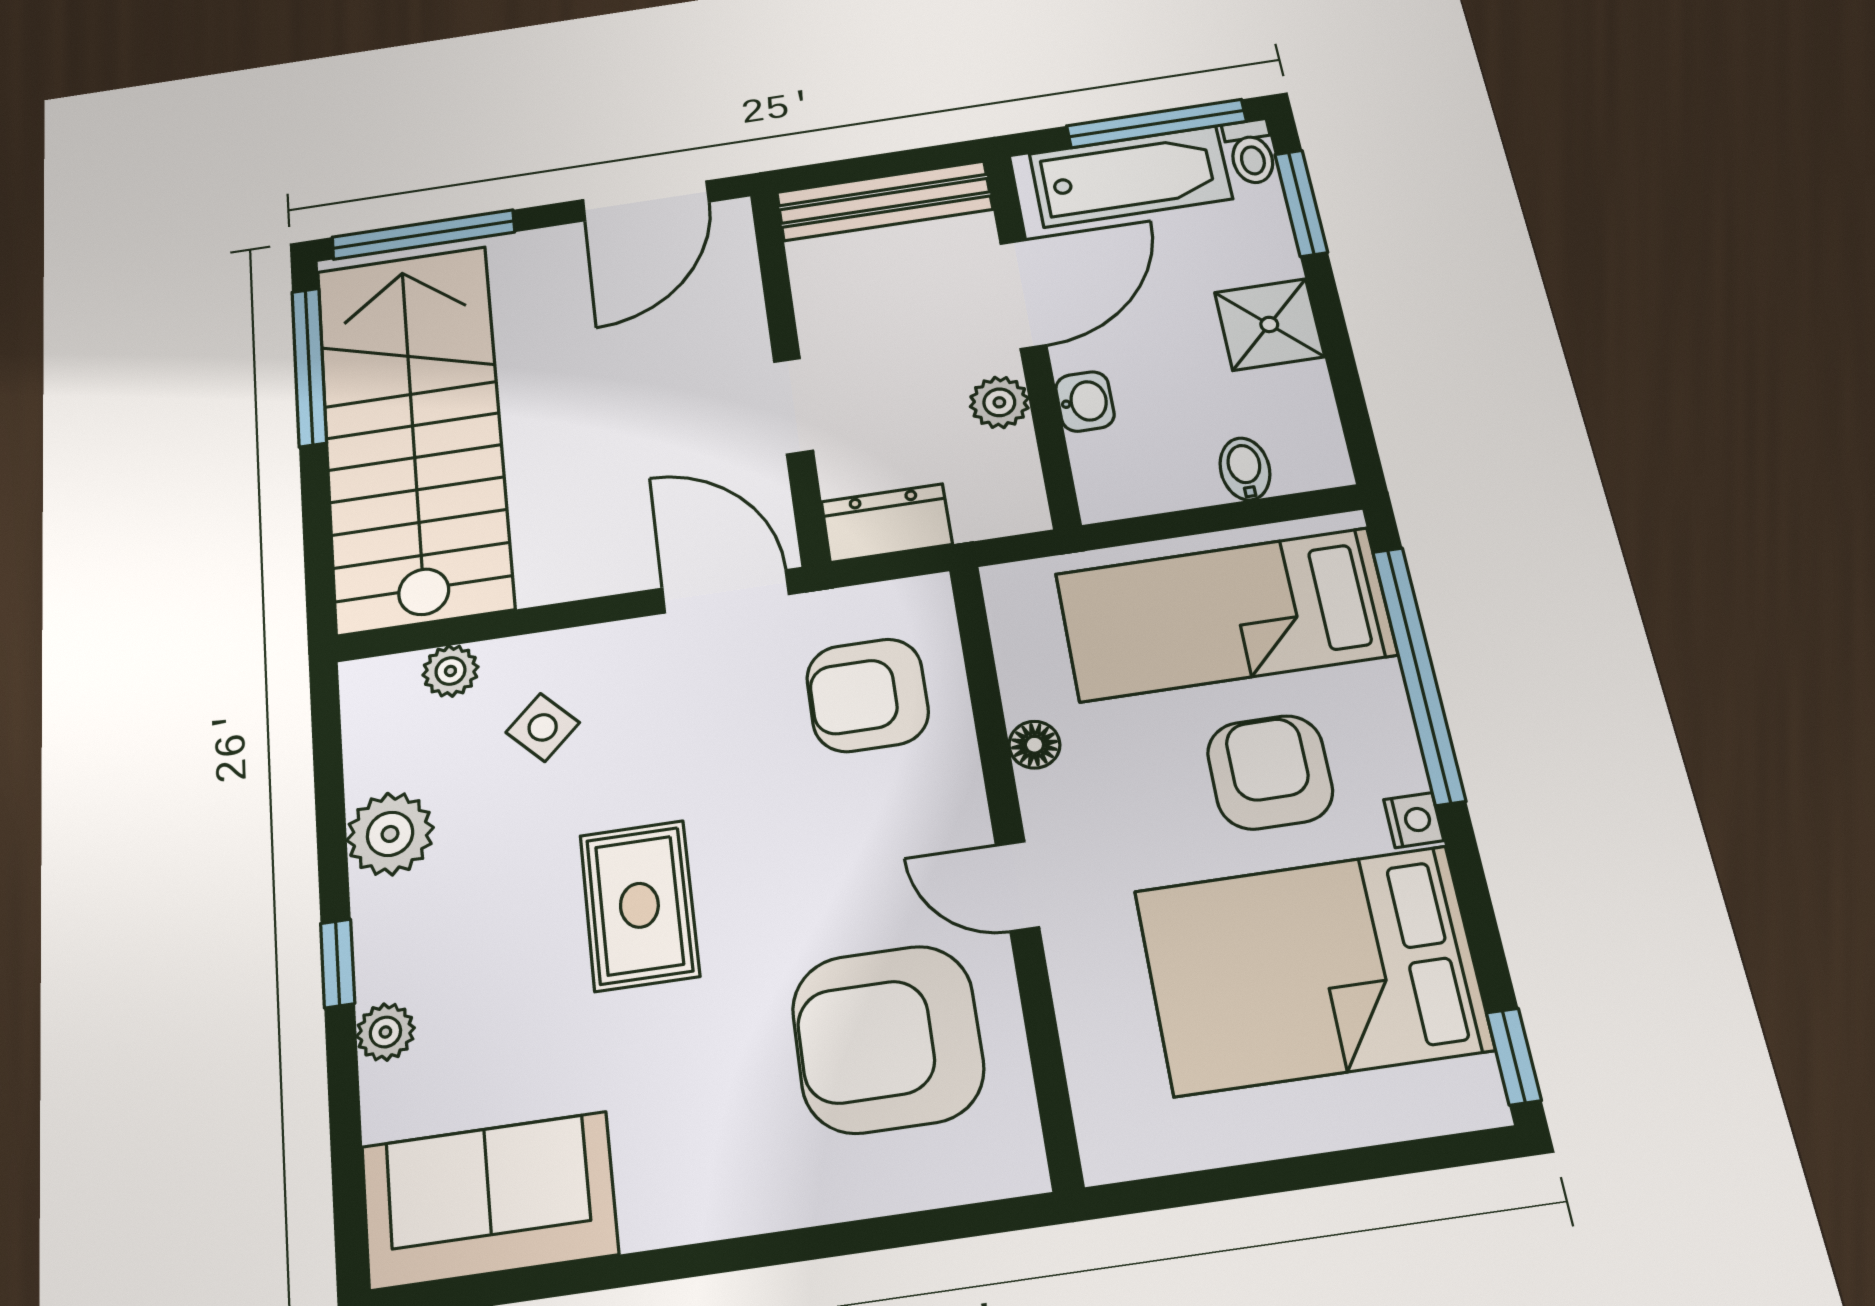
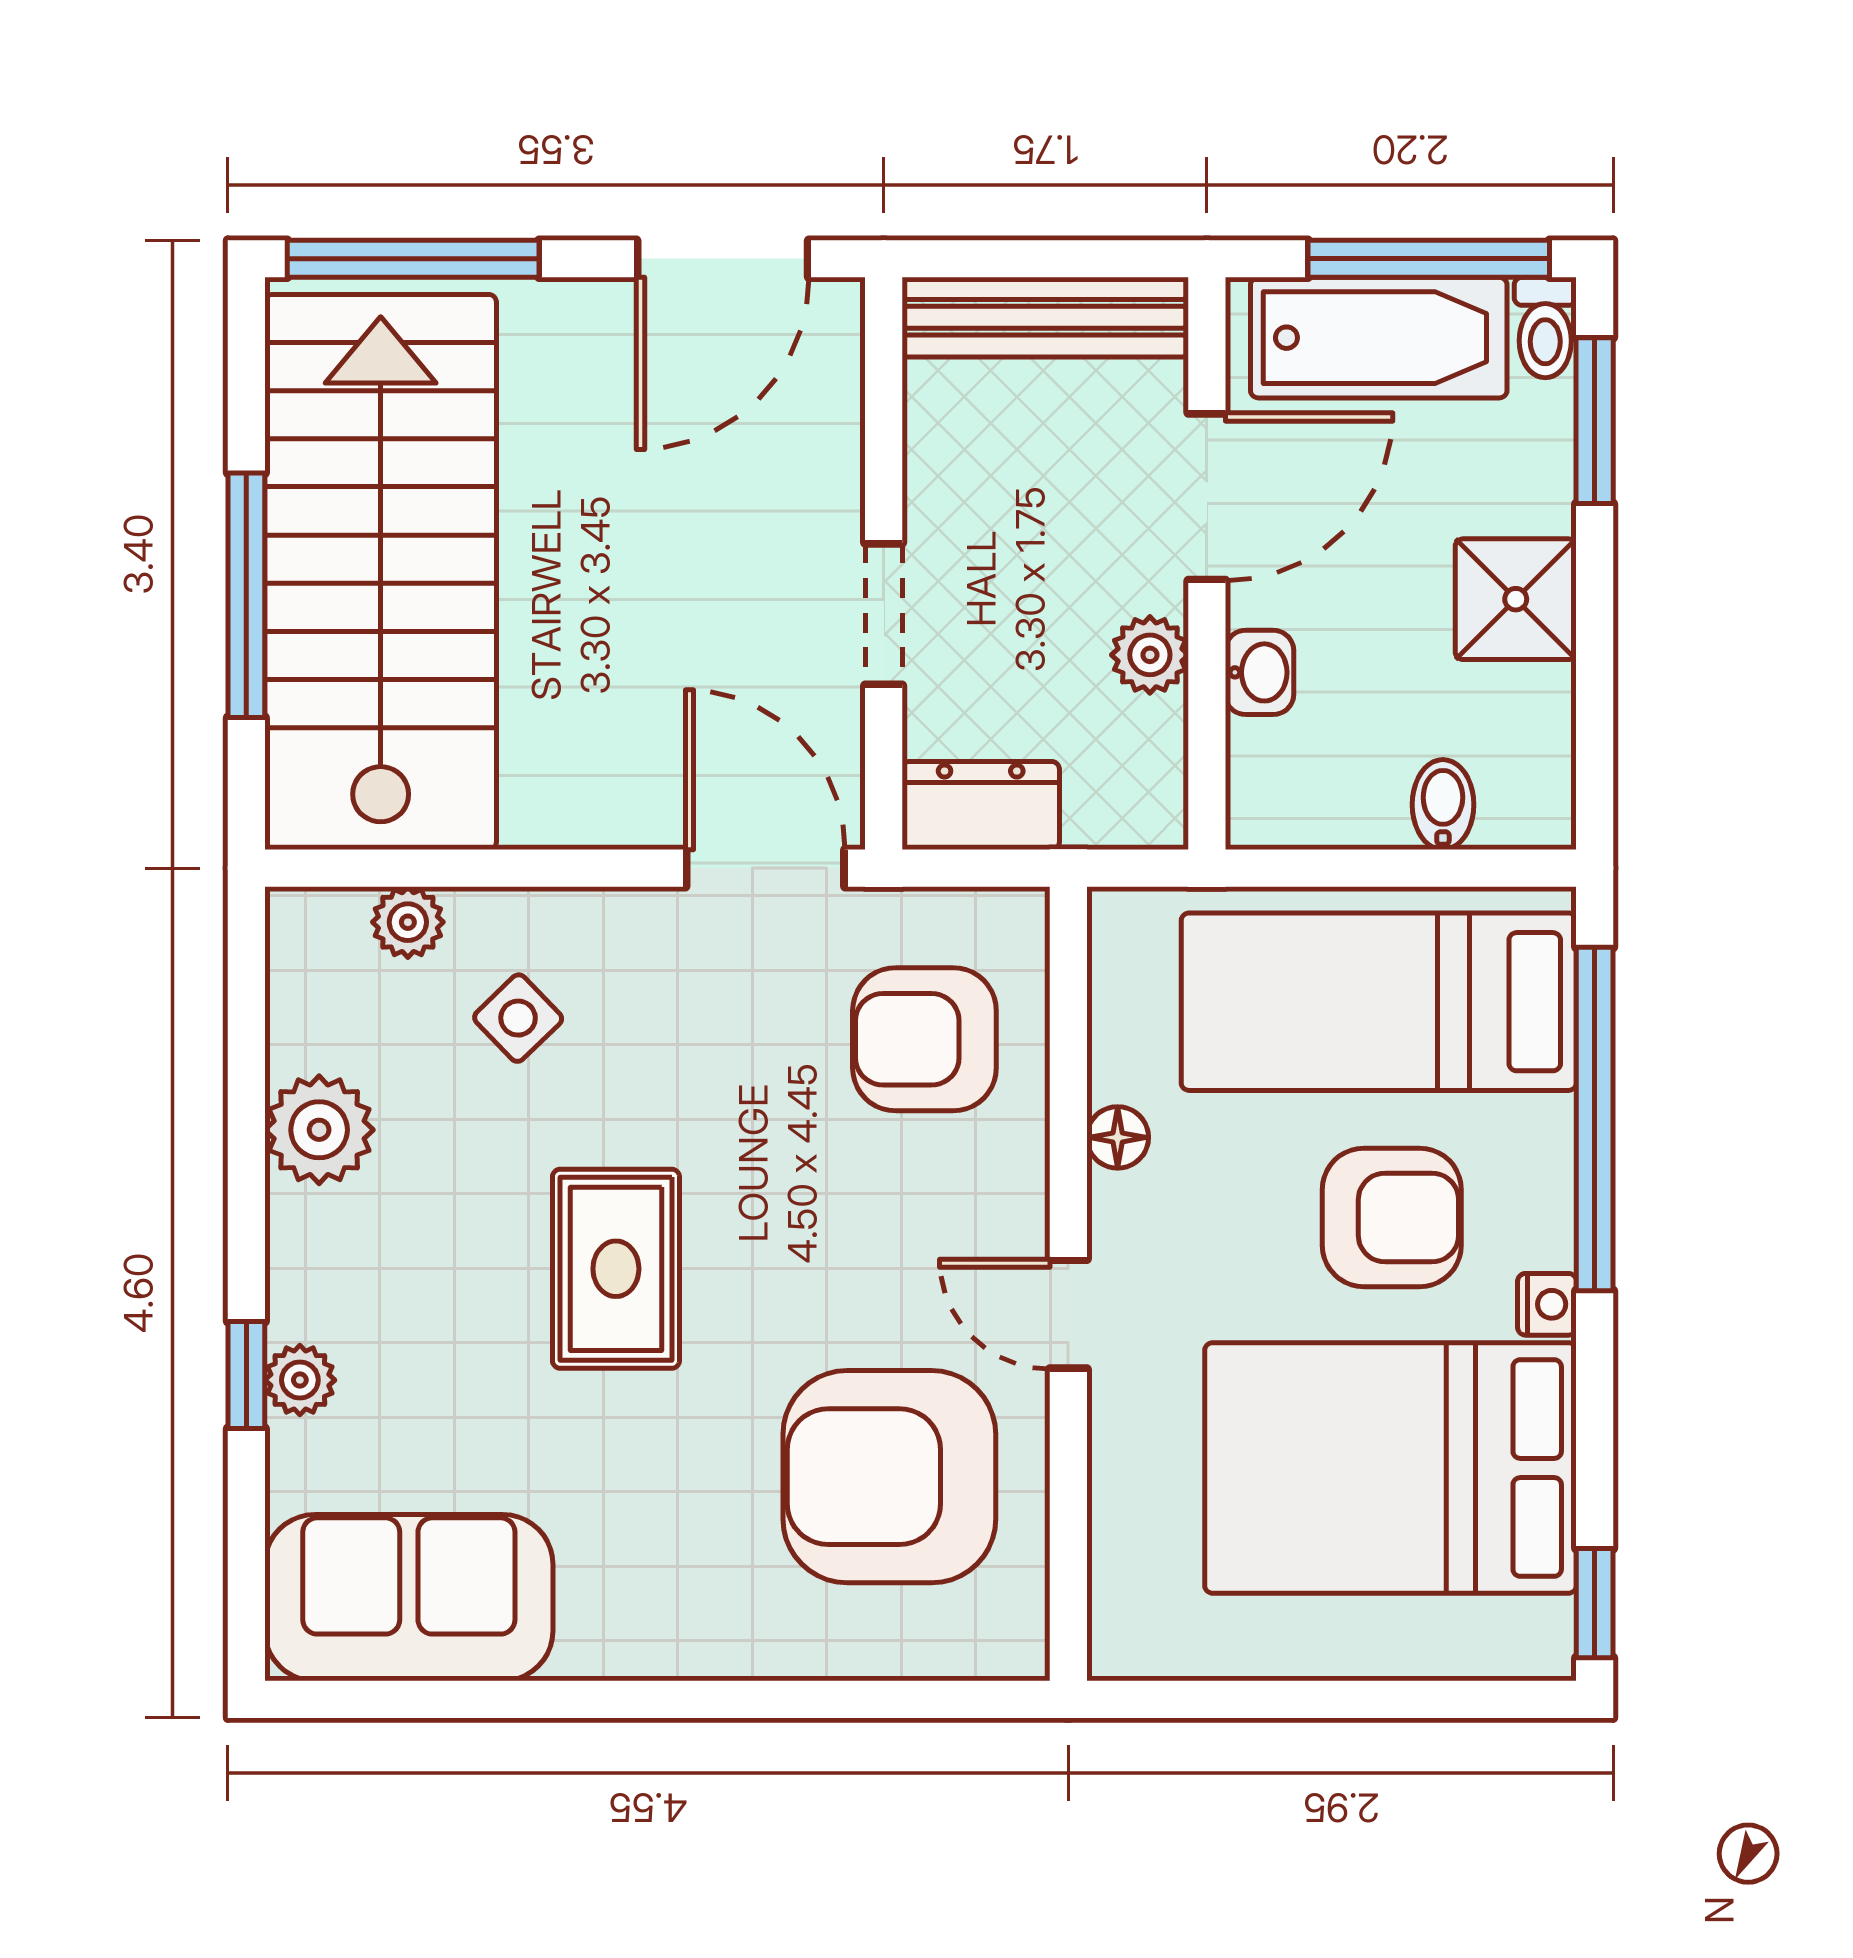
window: (309, 367) -> (246, 595), moved
armchair: (1270, 772) -> (1392, 1217), turned 90
window: (338, 963) -> (246, 1375), moved

